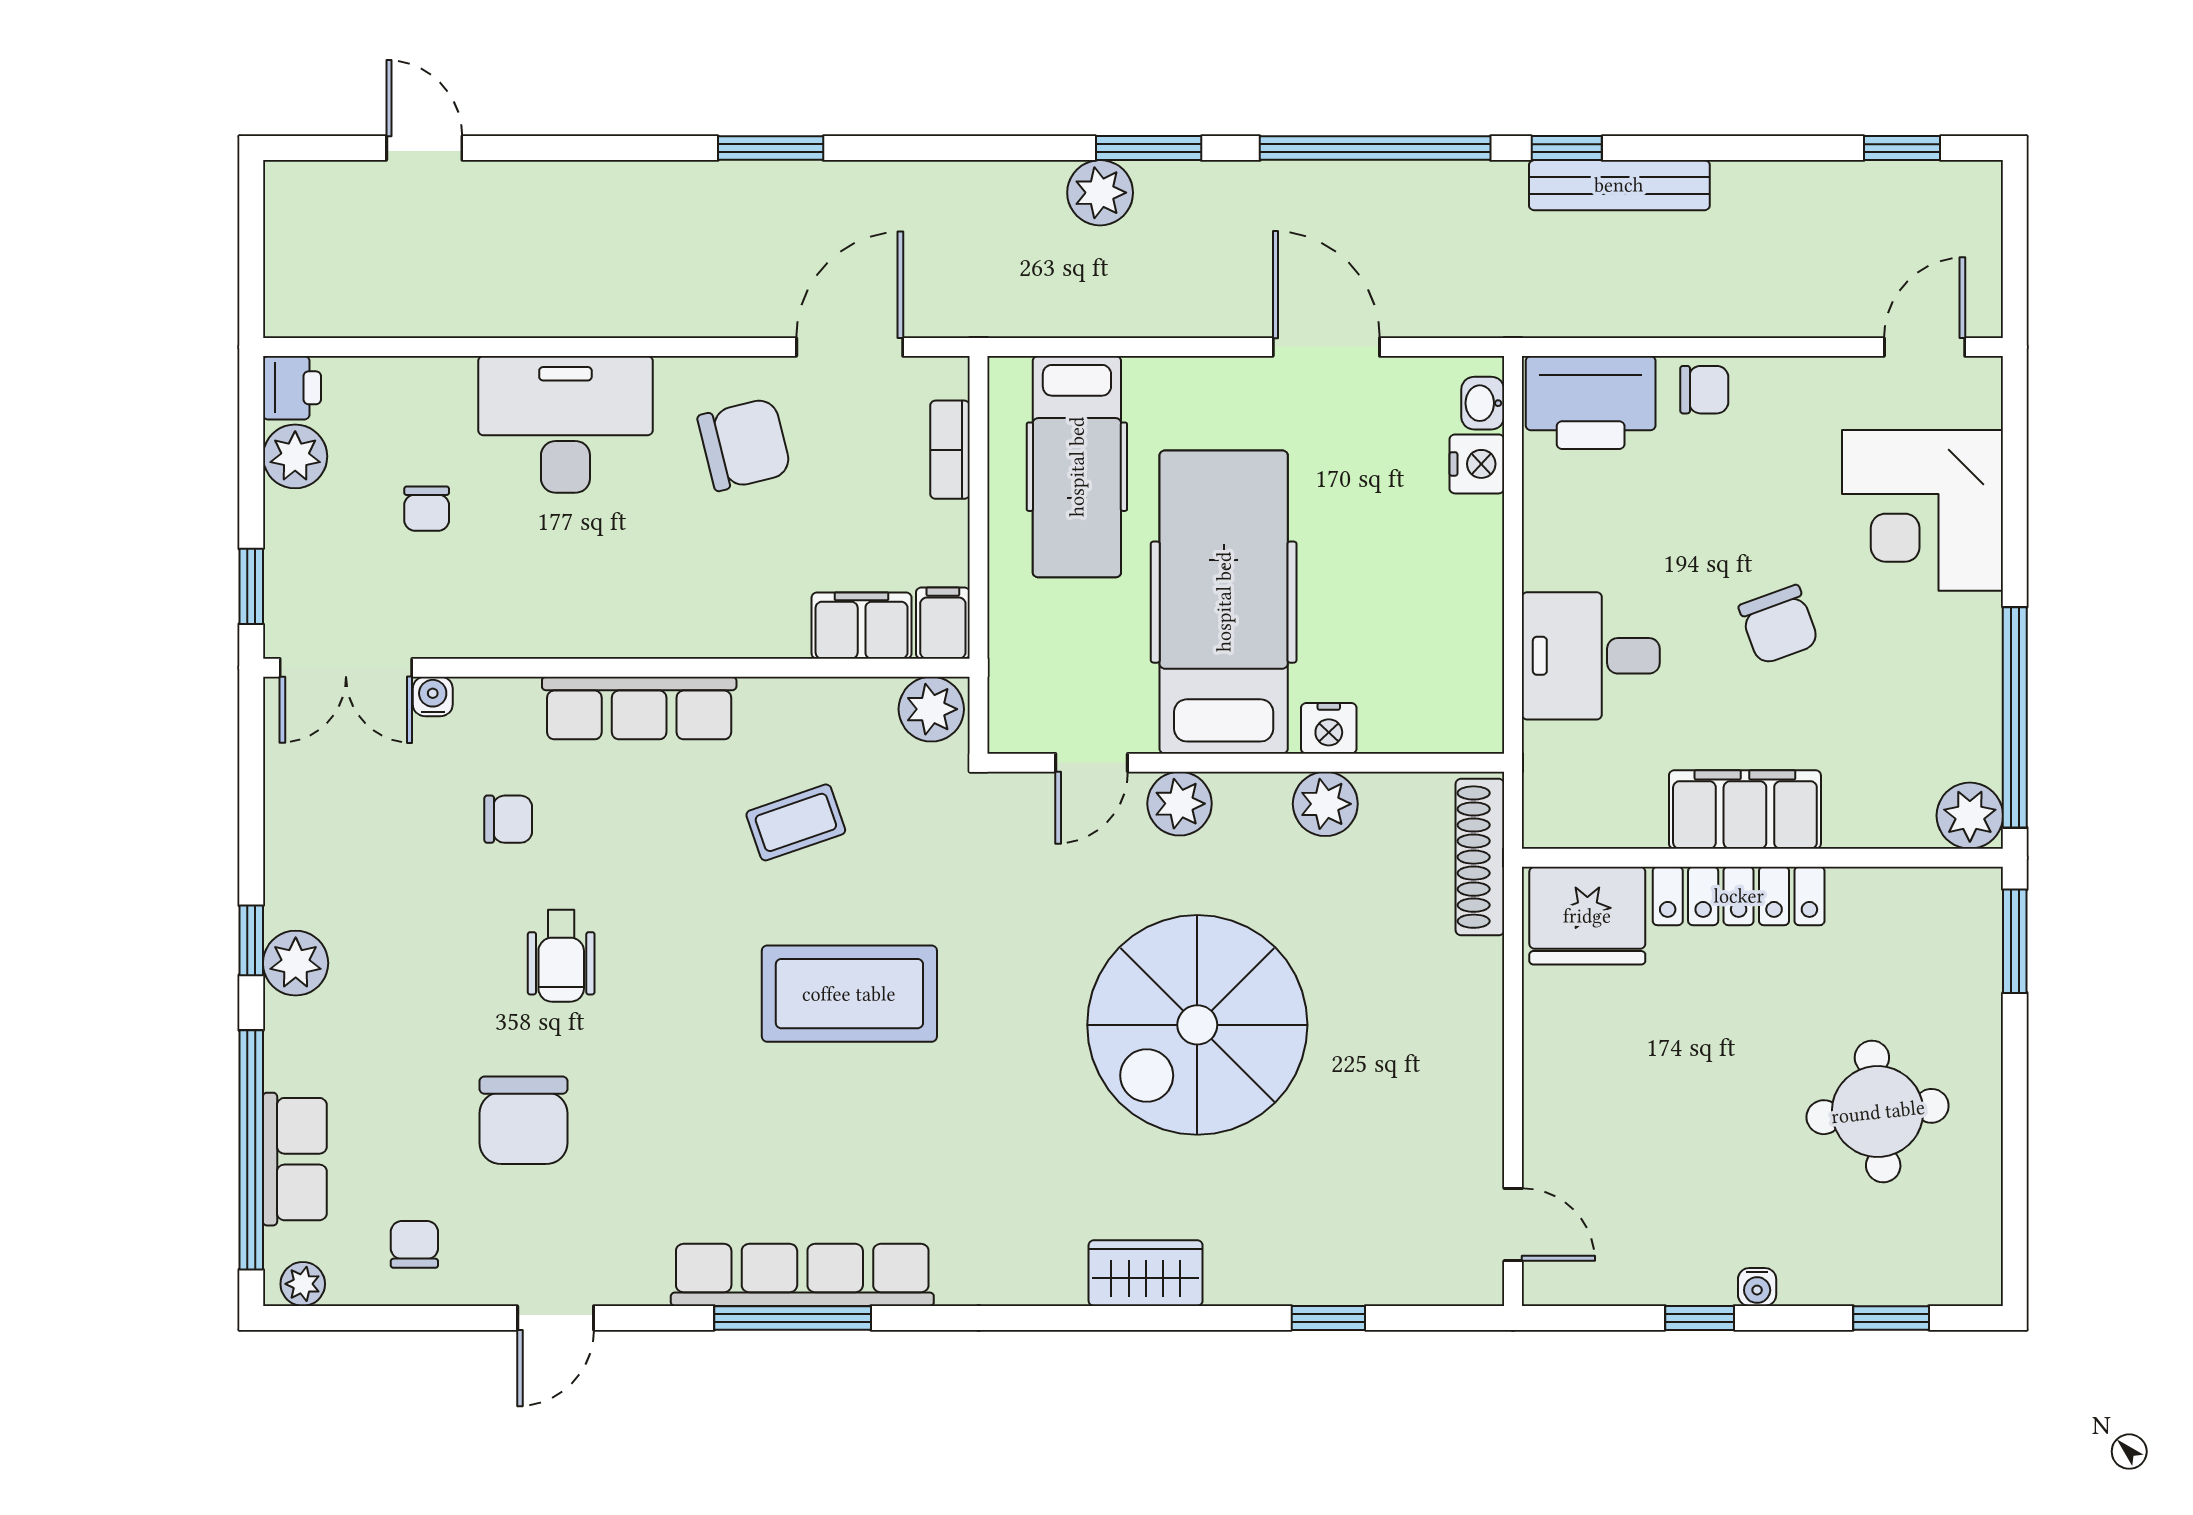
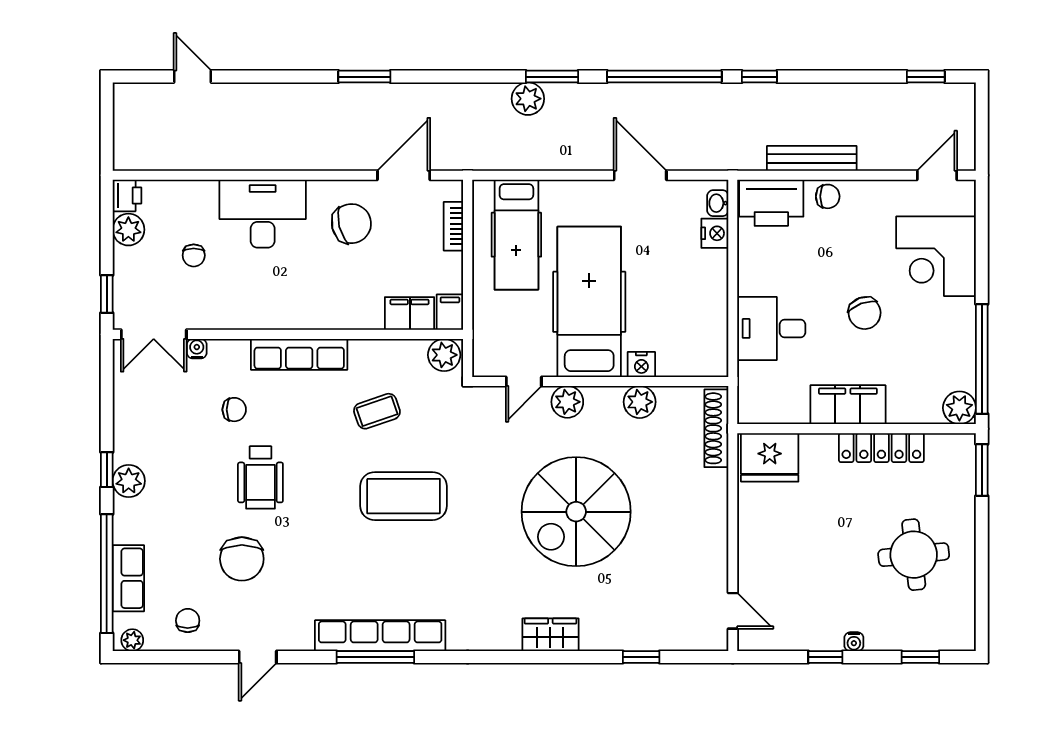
bench: (1619, 185) -> (812, 158), moved
locker: (1739, 896) -> (881, 448), moved
wheelchair: (561, 956) -> (260, 477), width x1.36, depth x1.37

